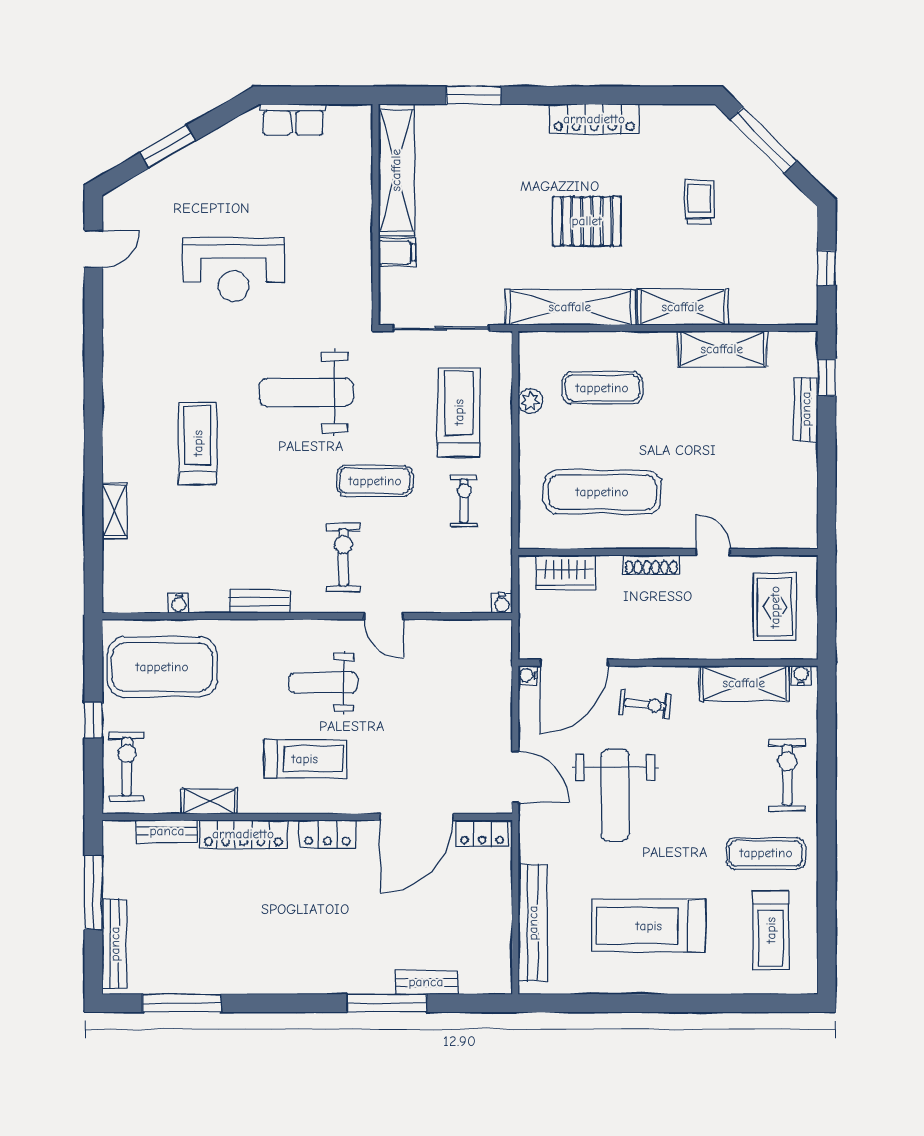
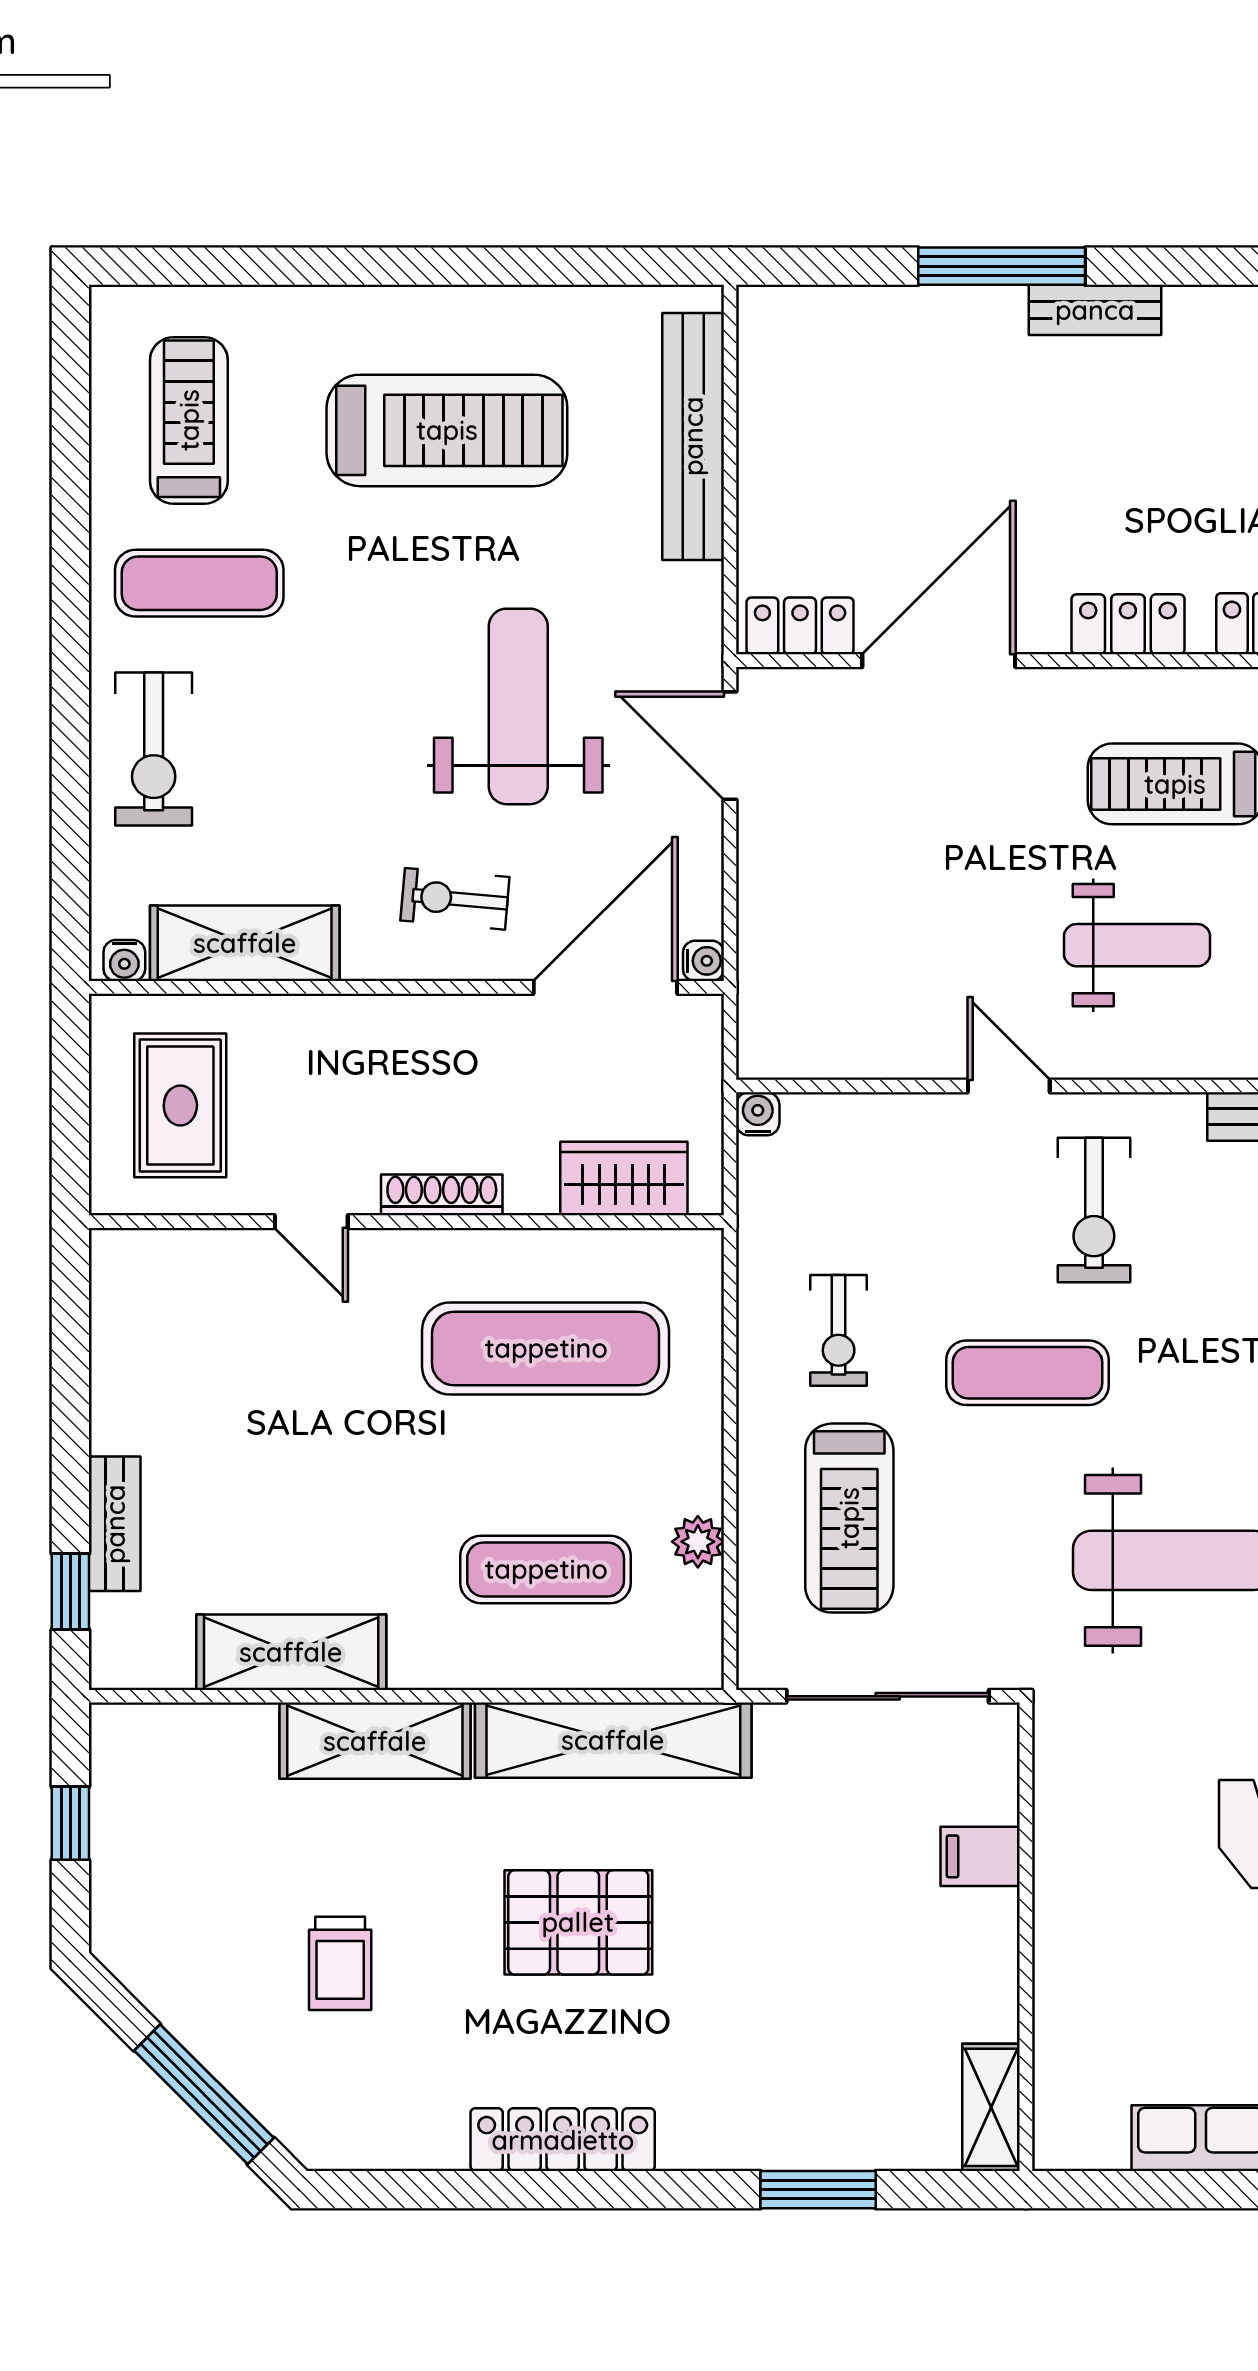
shelving: (396, 170) -> (991, 2107), width x0.45, depth x0.75
bench: (426, 982) -> (1095, 310), moved

